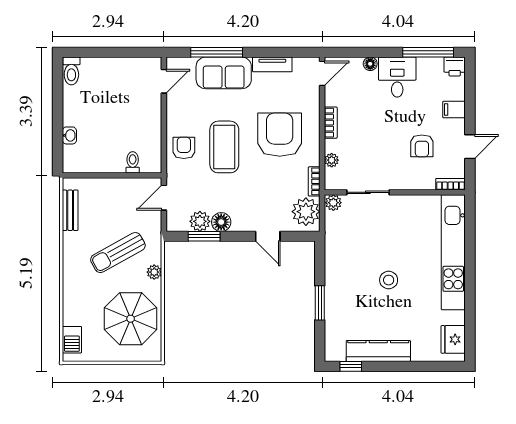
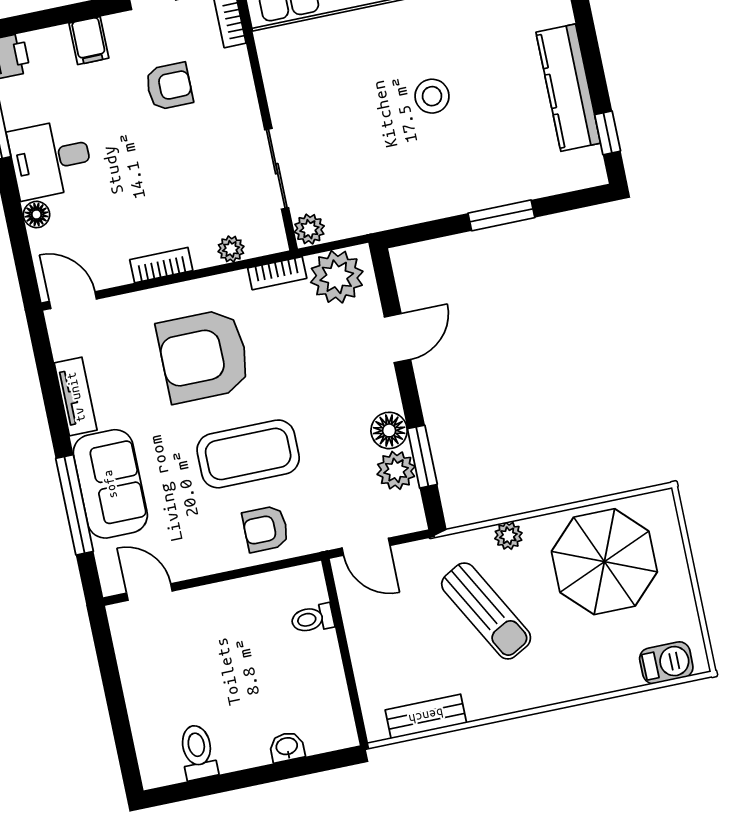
toilet: (71, 71) -> (198, 752), moved, turned -90

